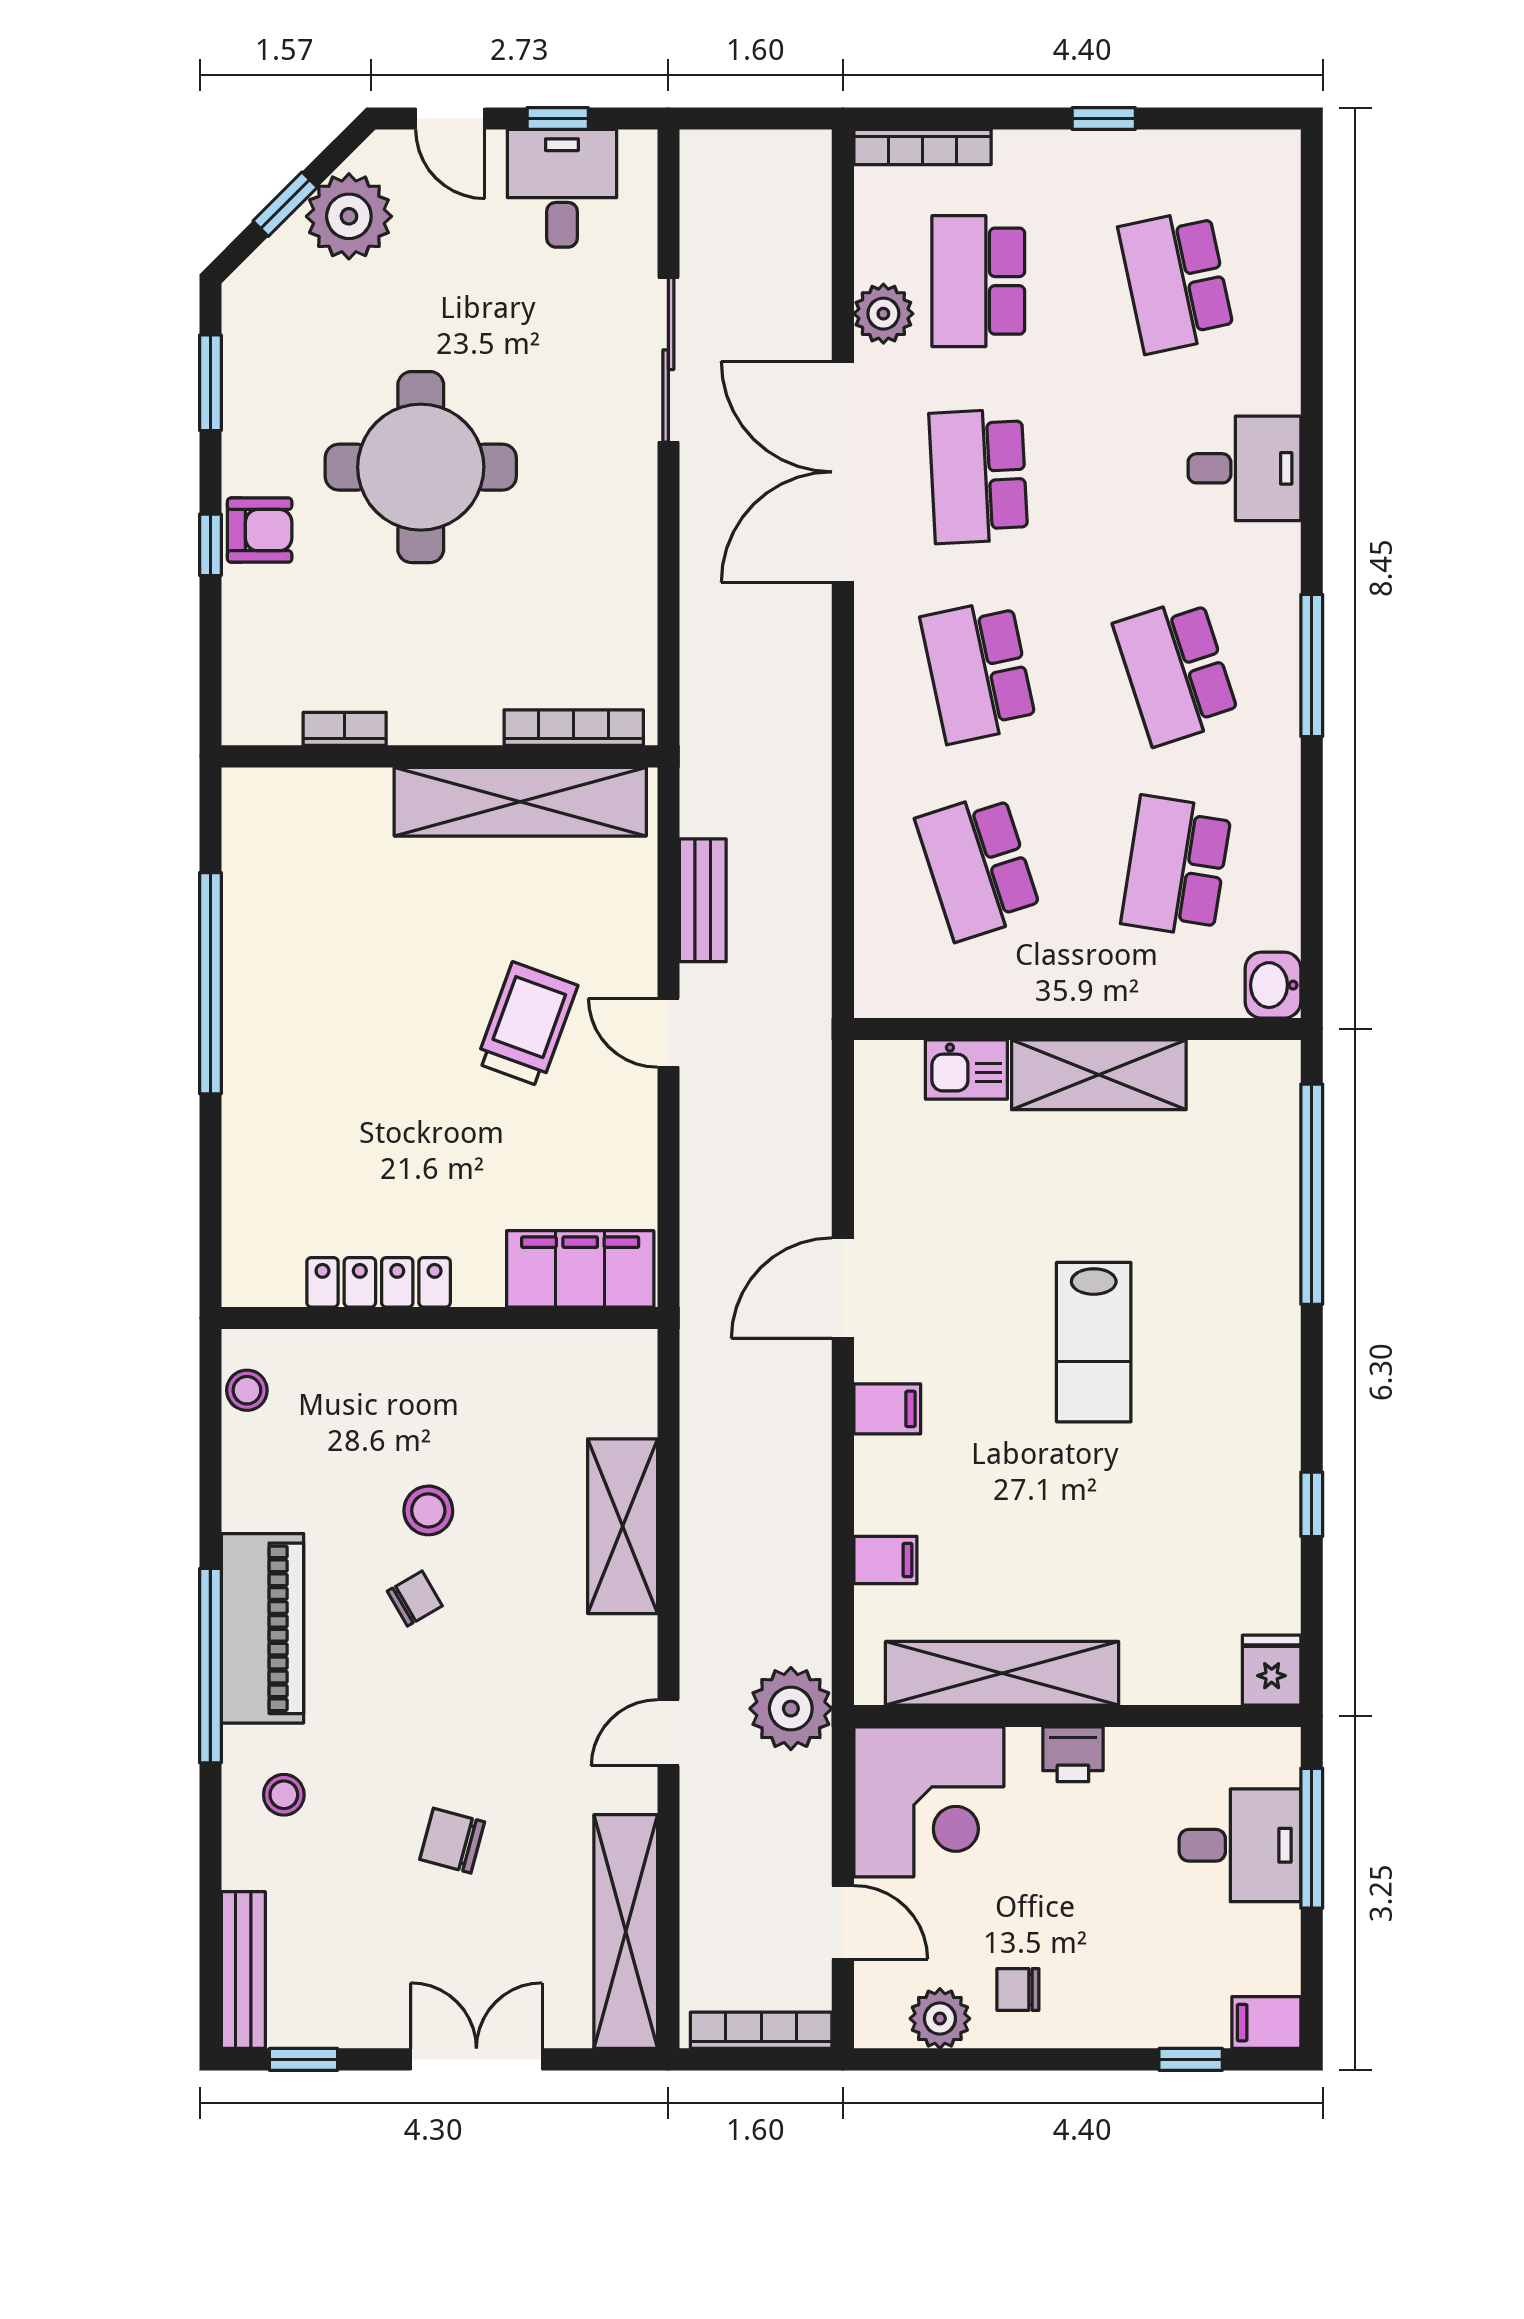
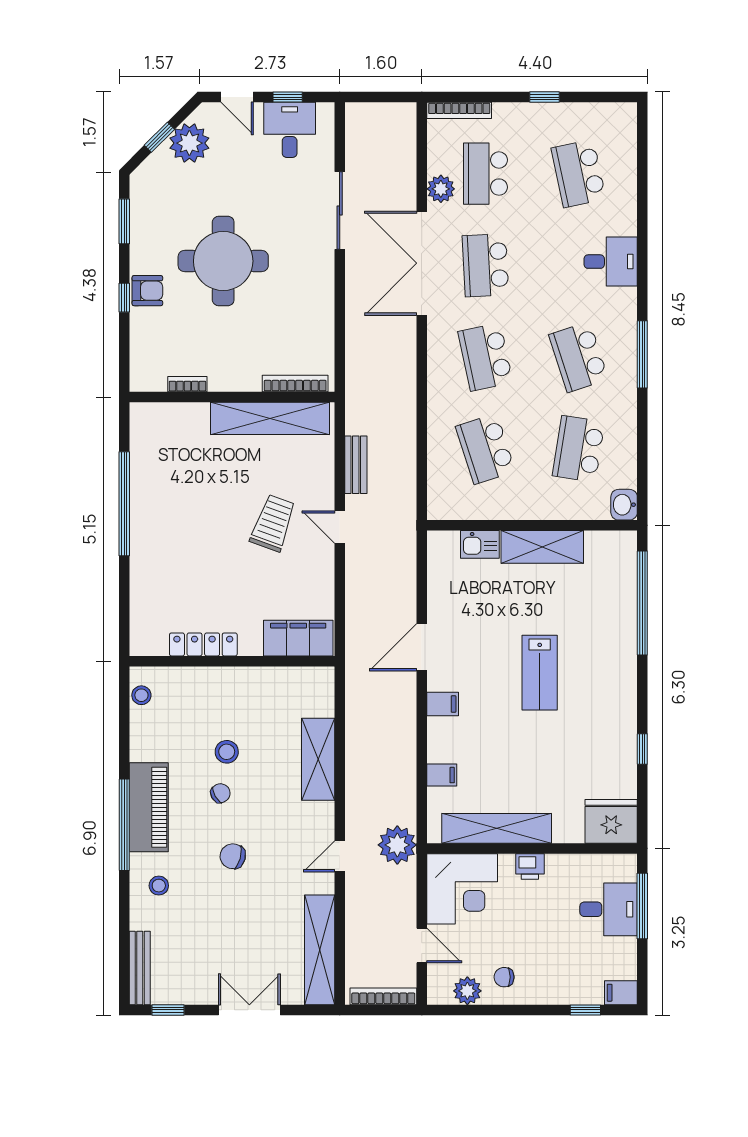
fridge: (1272, 1670) -> (611, 821), width x1.88, depth x1.34
chair: (452, 1841) -> (233, 856), moved

